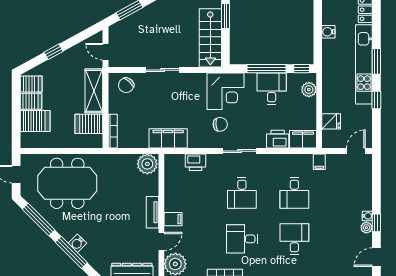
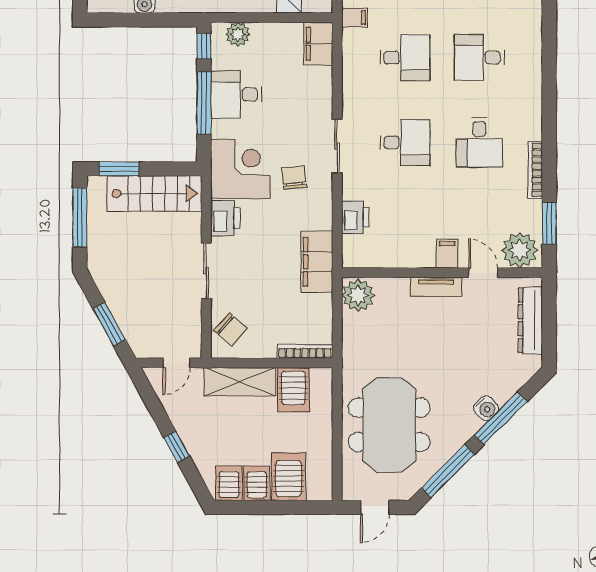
printer: (278, 139) -> (225, 218), moved, turned 180

